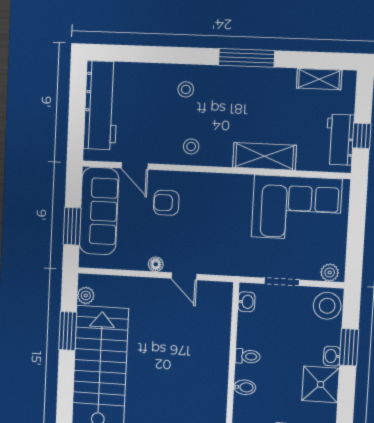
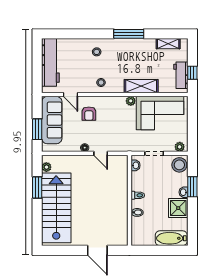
plant: (244, 183) -> (131, 101), added
armchair: (166, 203) -> (89, 114), turned -90

